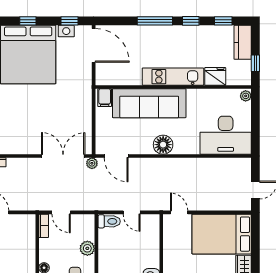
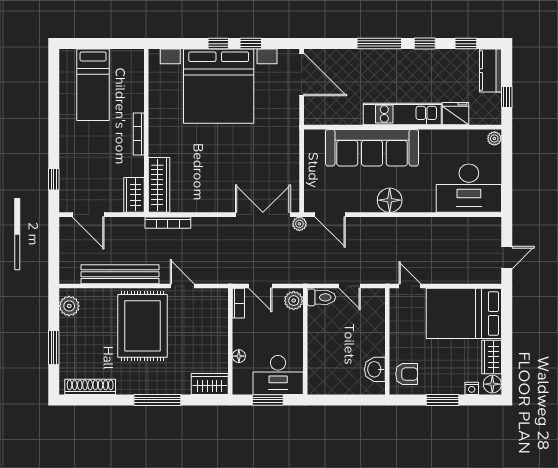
window: (69, 21) -> (251, 44), moved
filing cabinet: (105, 98) -> (316, 141), removed
plant: (87, 248) -> (294, 301), moved

